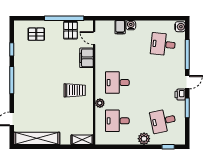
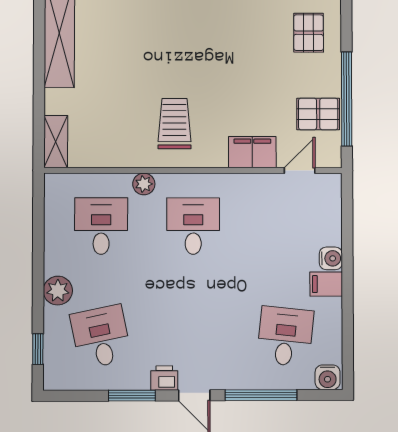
filing cabinet: (120, 27) -> (326, 284), moved
trolley: (75, 90) -> (174, 124), turned 180

